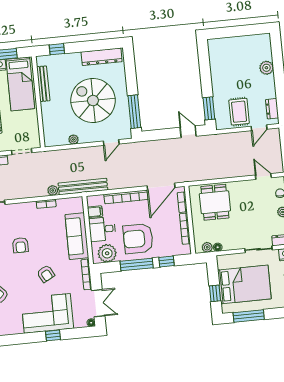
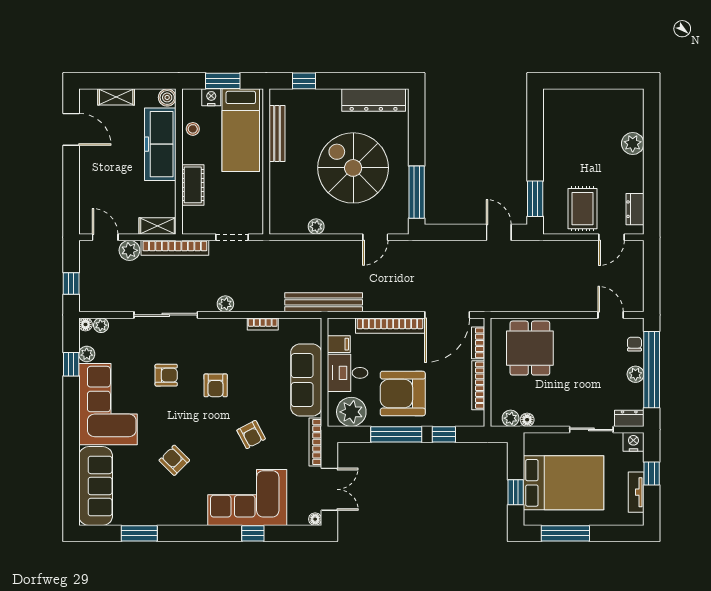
plant: (53, 190) -> (225, 304), moved

